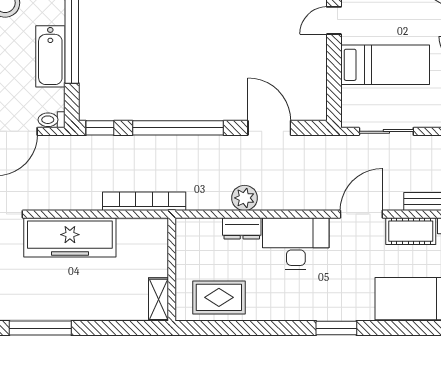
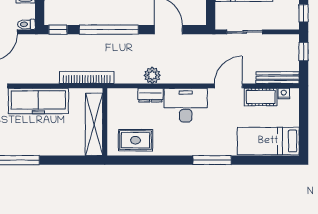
shelving: (159, 299) -> (94, 124), width x2.20, depth x1.33
window: (336, 328) -> (212, 160), width x1.44

